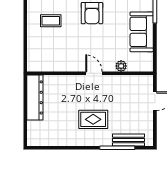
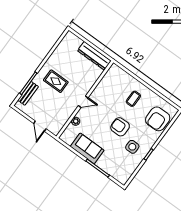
rug: (93, 119) -> (56, 81), turned 90

